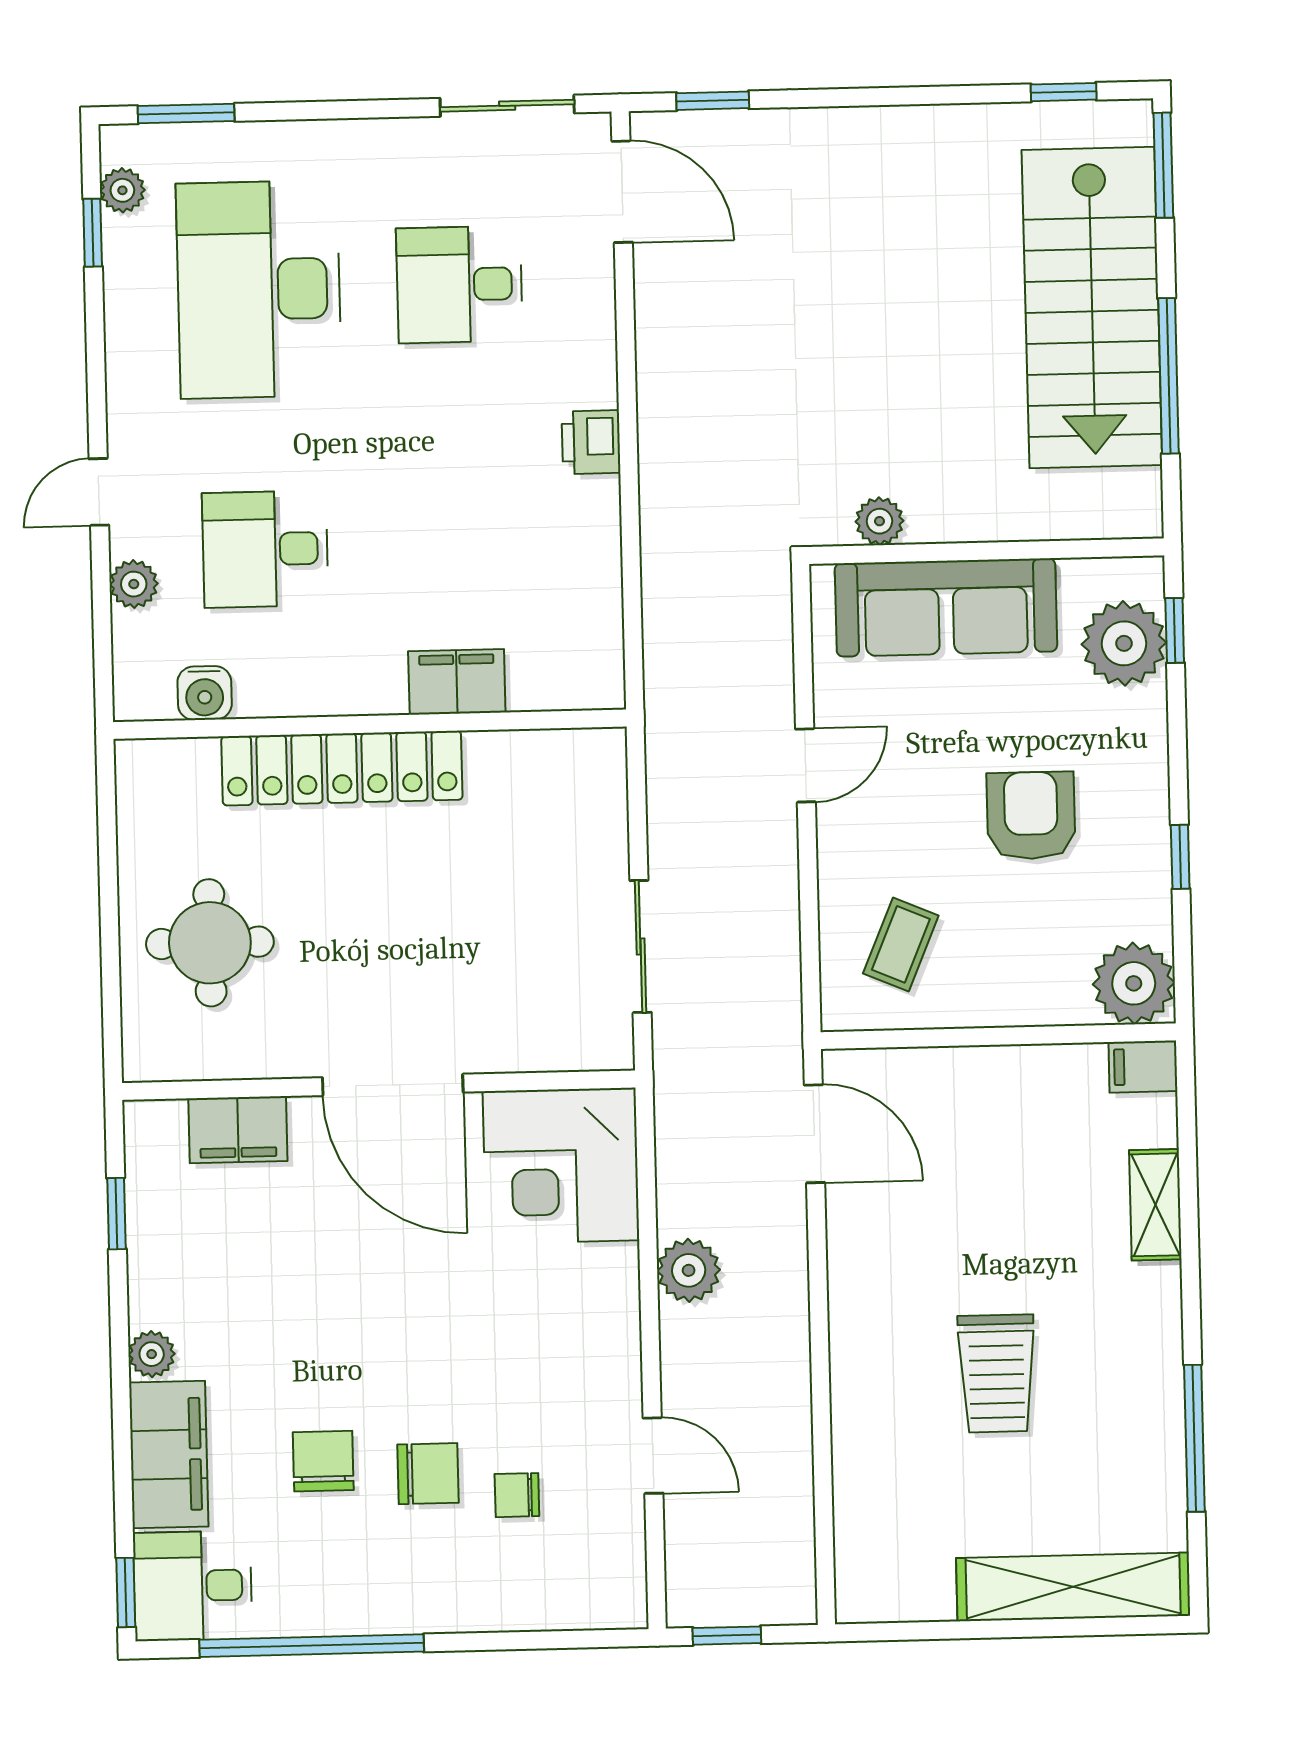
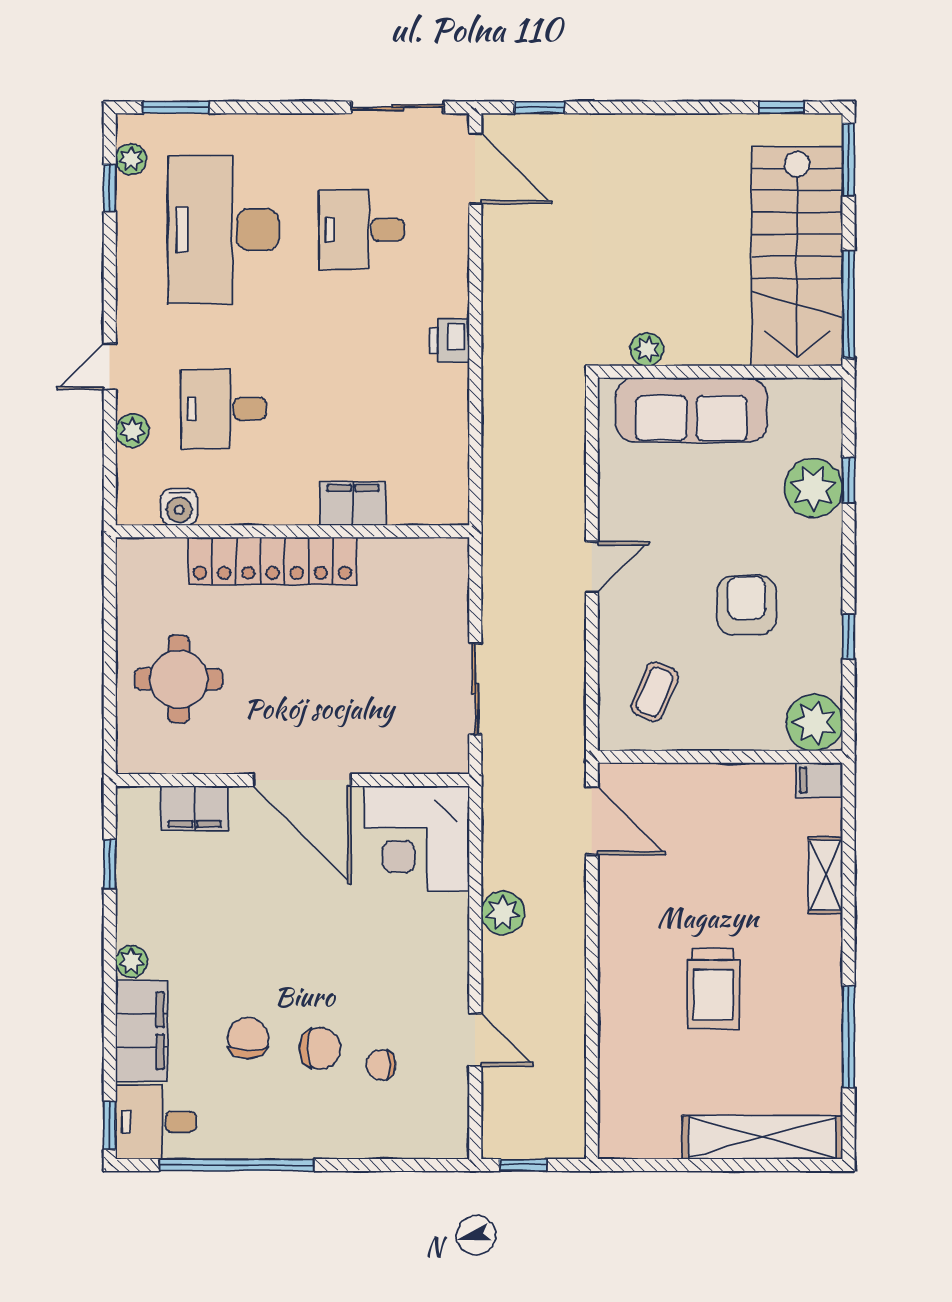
plant: (879, 521) -> (647, 349), moved
wall: (986, 551) -> (720, 372), moved
sofa: (946, 607) -> (691, 410), moved

